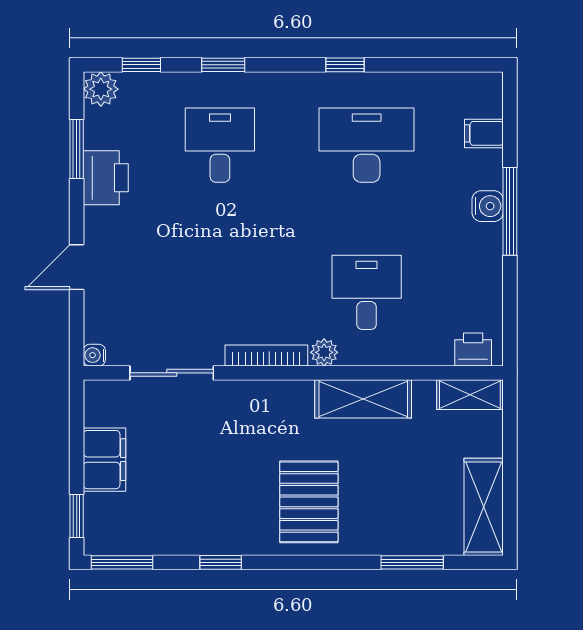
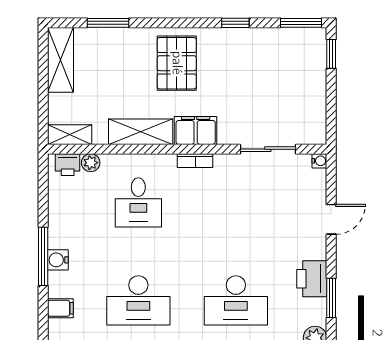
desk: (220, 145) -> (236, 300), width x1.37
plant: (324, 352) -> (91, 163), moved
bookcase: (266, 356) -> (195, 161), width x0.64
filing cabinet: (105, 460) -> (196, 130), moved, turned 90

